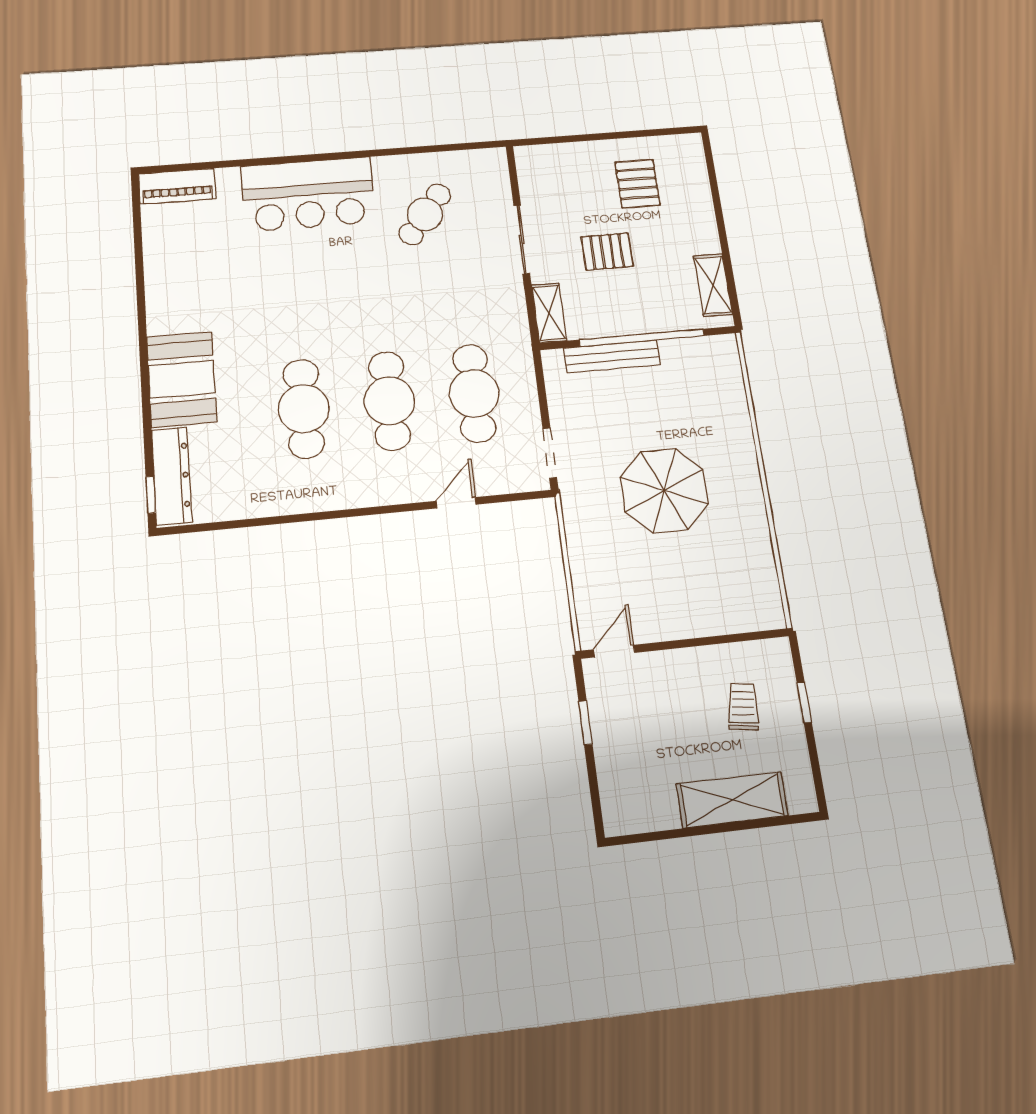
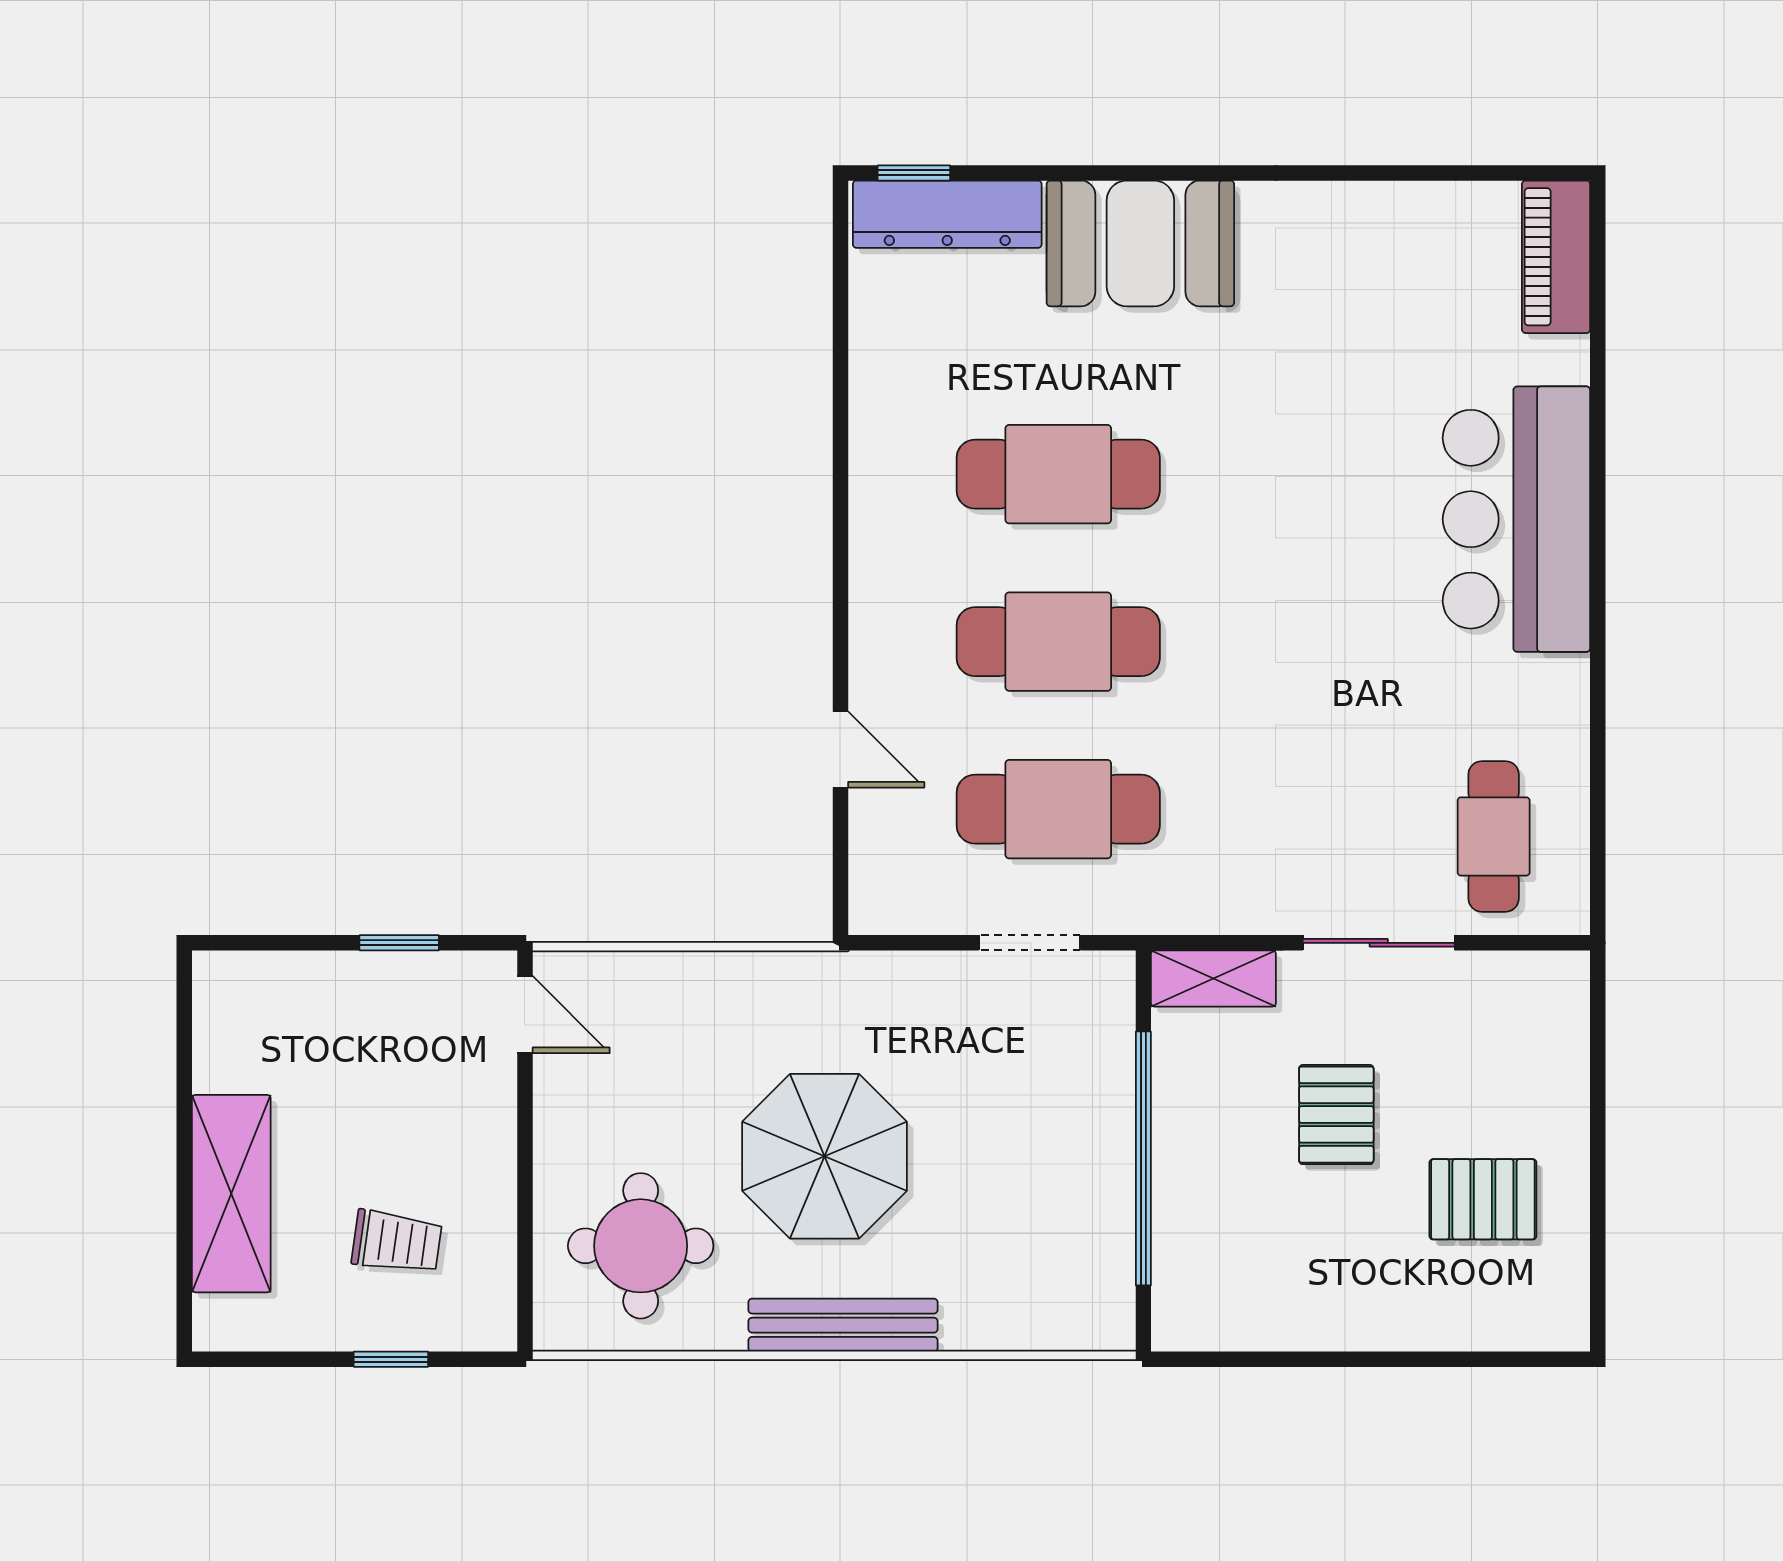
cafe table: (425, 214) -> (1494, 836), moved, turned 52
shelving: (713, 285) -> (1243, 1322), removed
bench: (612, 356) -> (843, 1325), moved, turned 90
doorway: (550, 453) -> (1029, 943), moved
round table: (724, 578) -> (641, 1246), added

